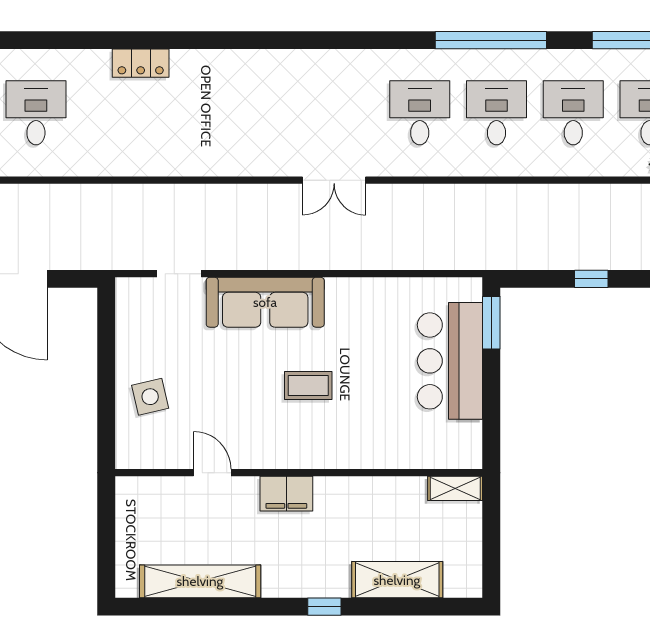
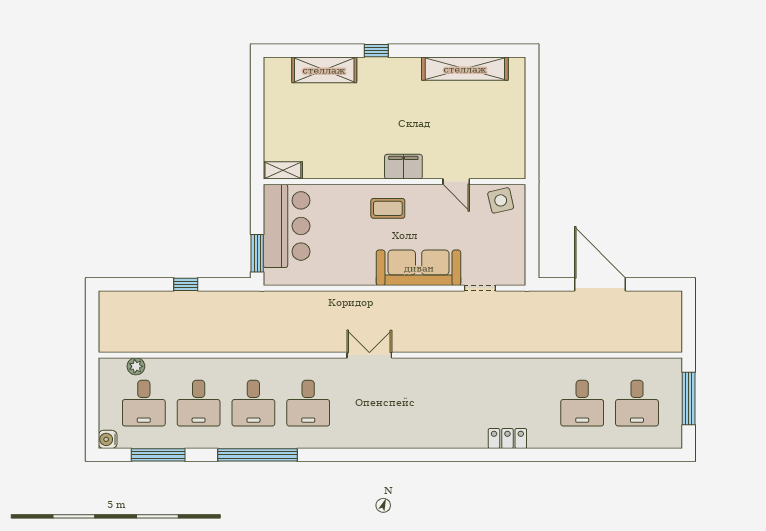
door: (212, 473) -> (456, 182), moved
wall: (299, 473) -> (395, 182), moved
shelving: (455, 488) -> (283, 170), moved
filing cabinet: (286, 494) -> (403, 167), moved

